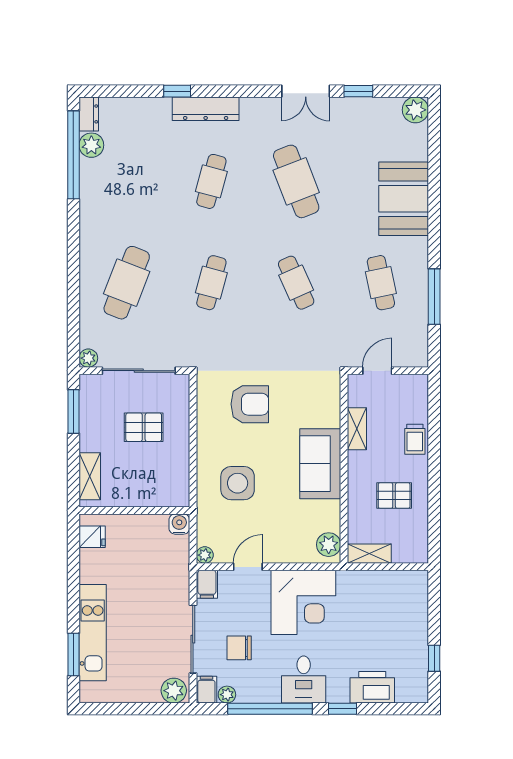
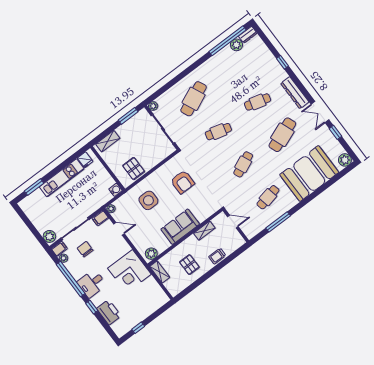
dresser: (206, 109) -> (295, 93), moved
booth: (404, 199) -> (309, 174), width x1.36, depth x1.42
cafe table: (127, 283) -> (194, 99), turned -45
pallet: (144, 427) -> (134, 169), moved
corner desk: (303, 602) -> (129, 271), moved
kitchen unit: (93, 633) -> (62, 178), moved

